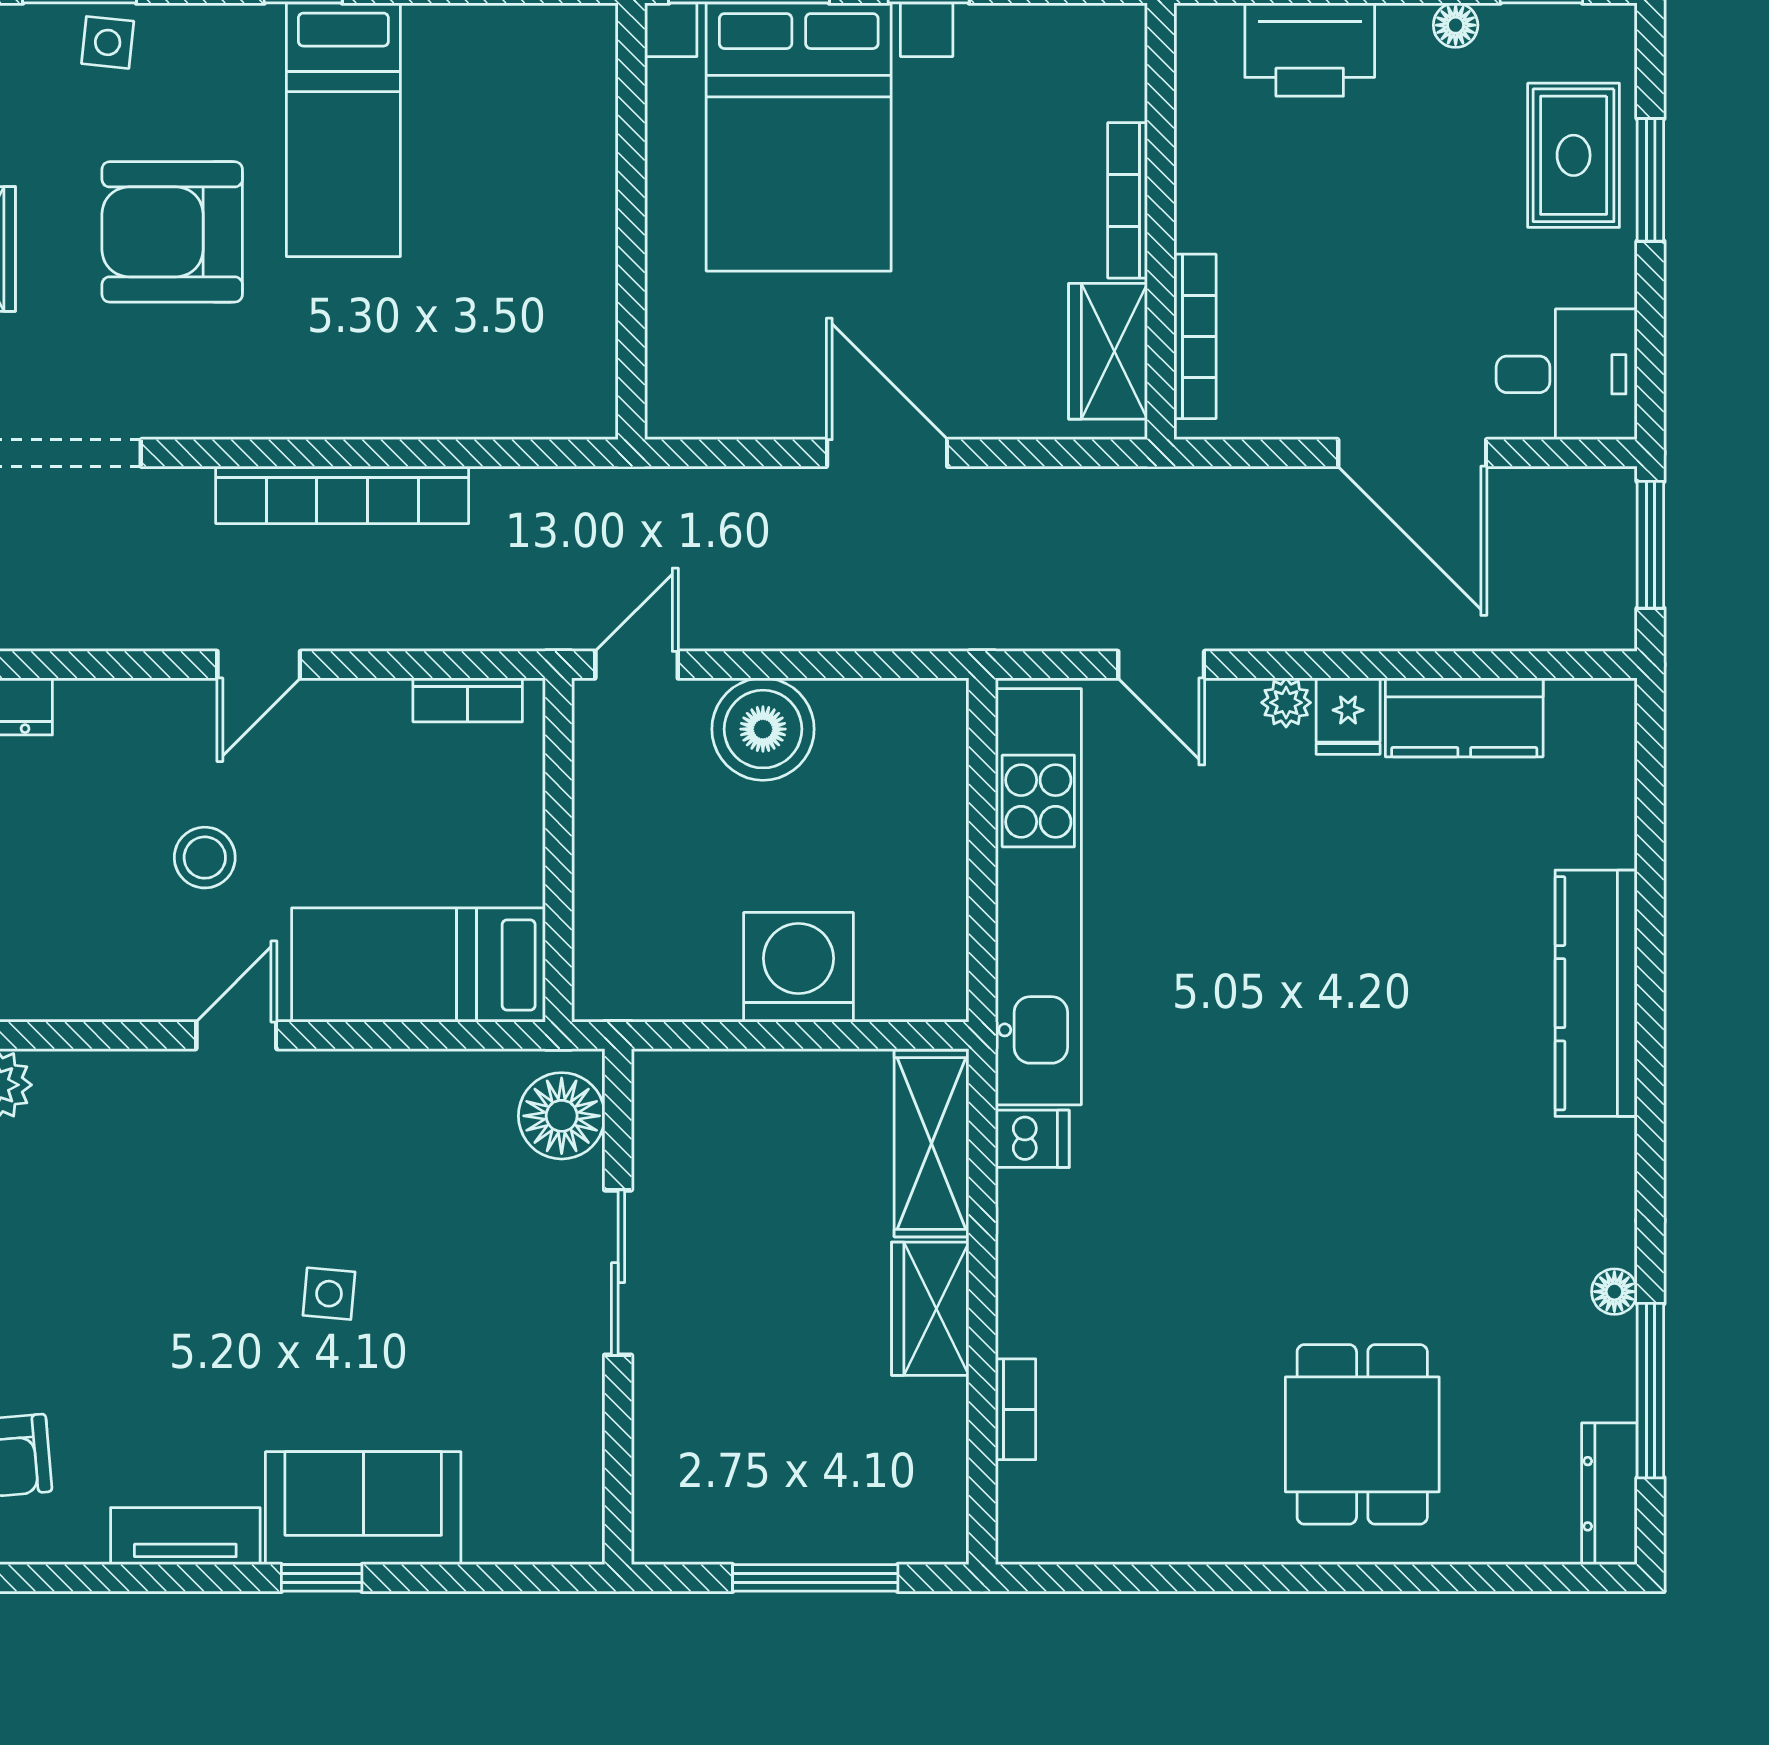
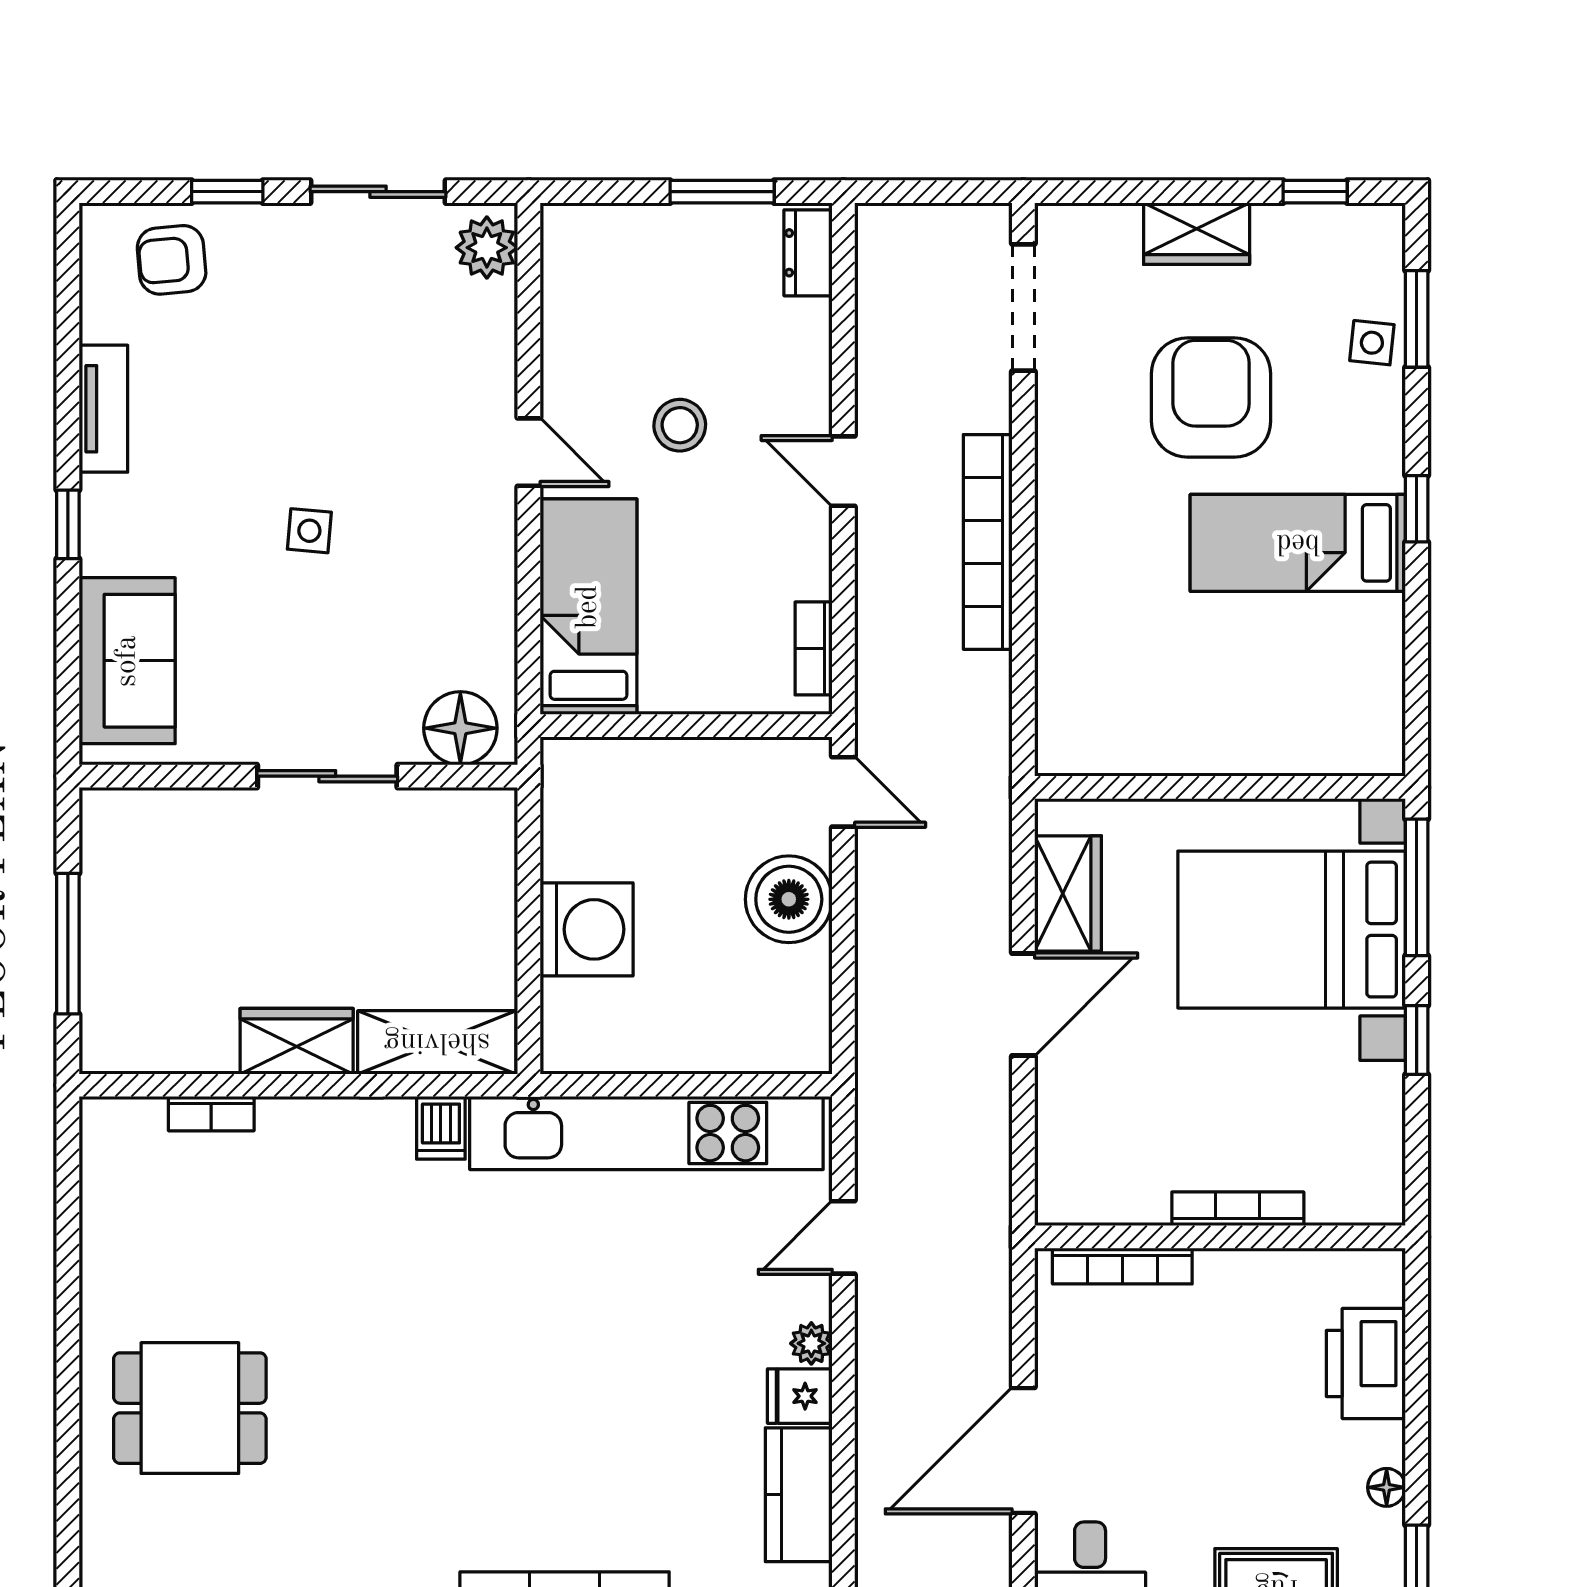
wardrobe: (1108, 351) -> (1068, 894), moved, turned 90
sofa: (363, 1508) -> (127, 661), moved

